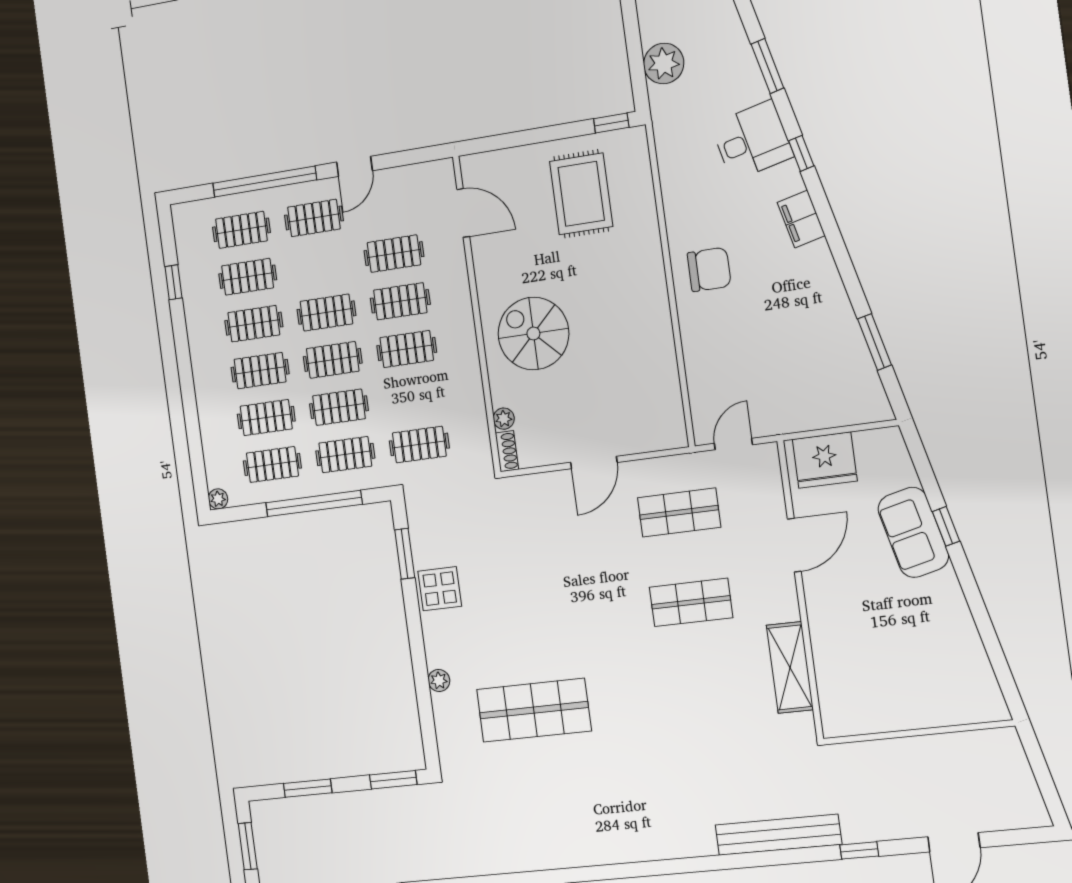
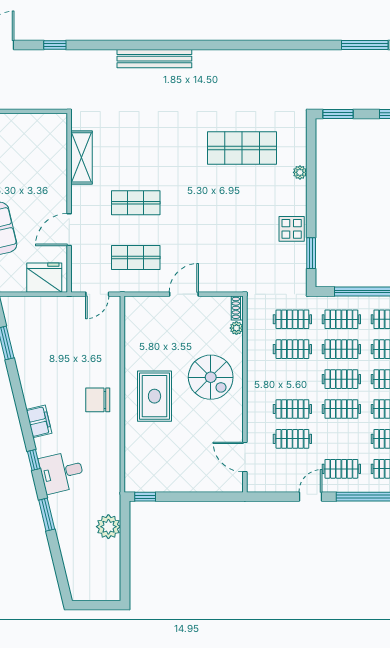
rug: (581, 194) -> (154, 396), moved
clothes rail: (407, 349) -> (292, 349), moved
bench: (778, 835) -> (154, 59), moved

